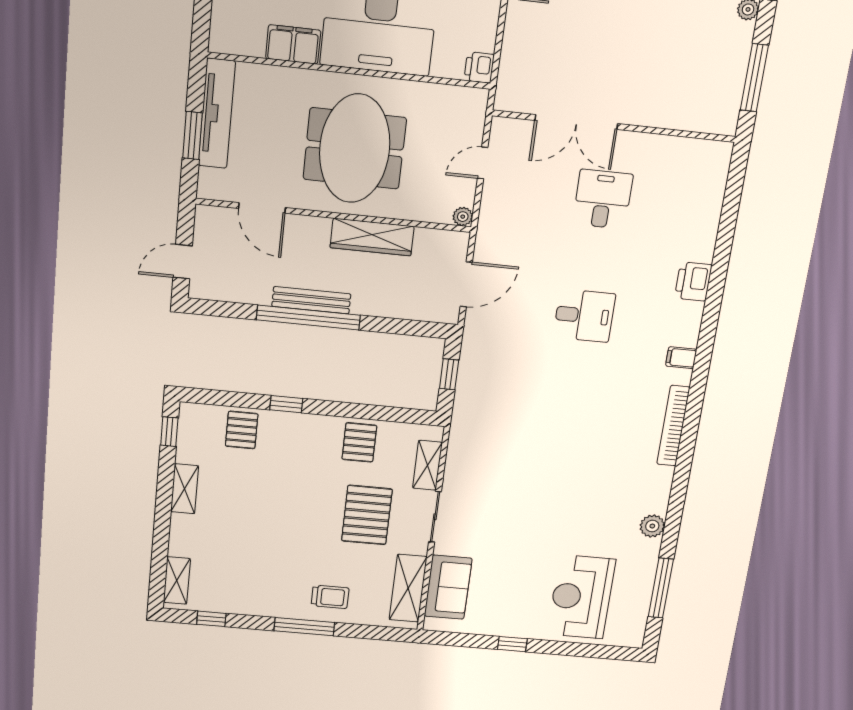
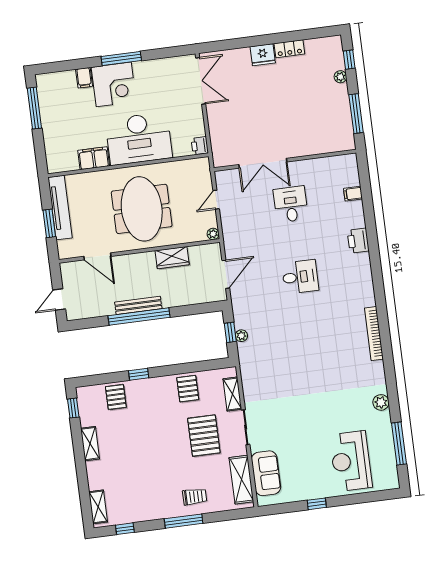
wardrobe: (372, 237) -> (172, 258), width x0.67
filing cabinet: (681, 358) -> (353, 194), moved
plant: (465, 383) -> (241, 336), added

